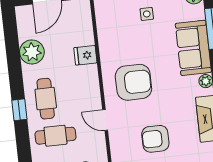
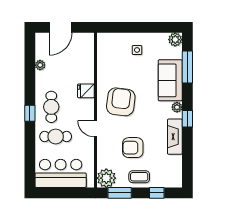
plant: (32, 52) -> (40, 65), width x0.53, depth x0.53
fridge: (85, 55) -> (86, 91), moved
armchair: (133, 82) -> (121, 102), turned -83

